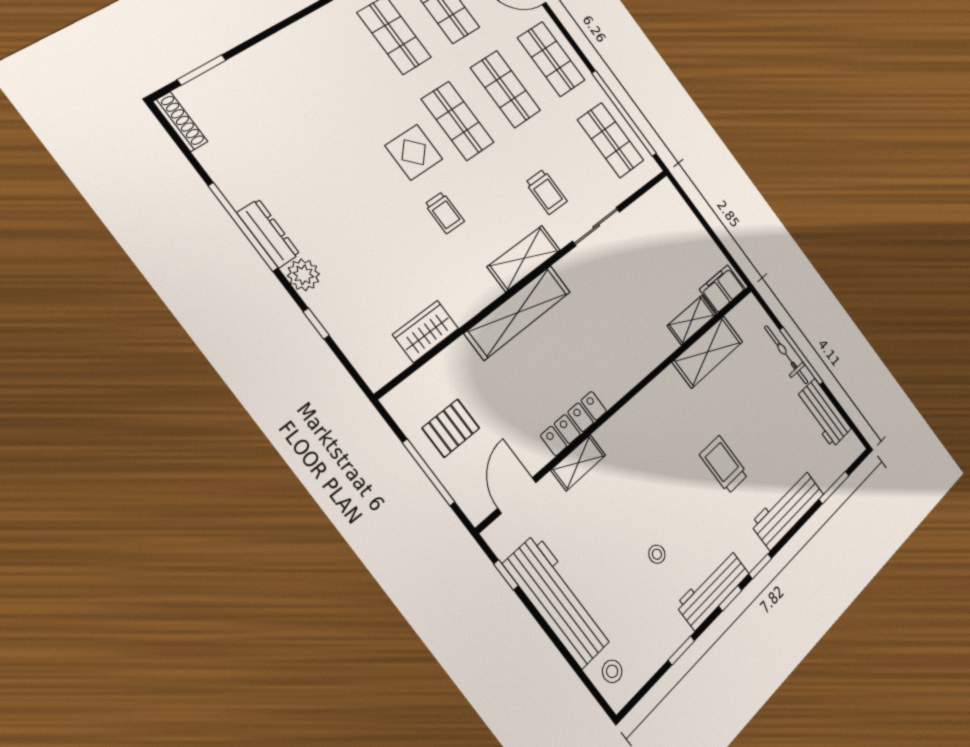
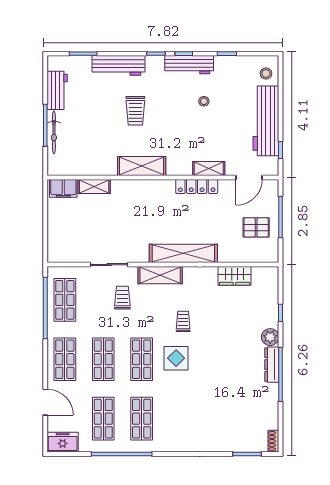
shoe rack: (180, 122) -> (273, 441), width x0.70
shelving: (708, 352) -> (142, 166), moved

